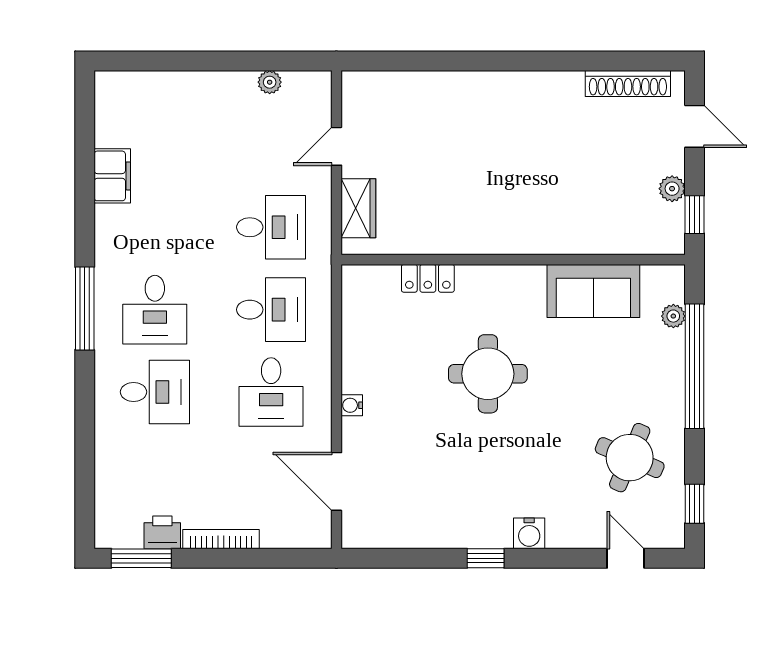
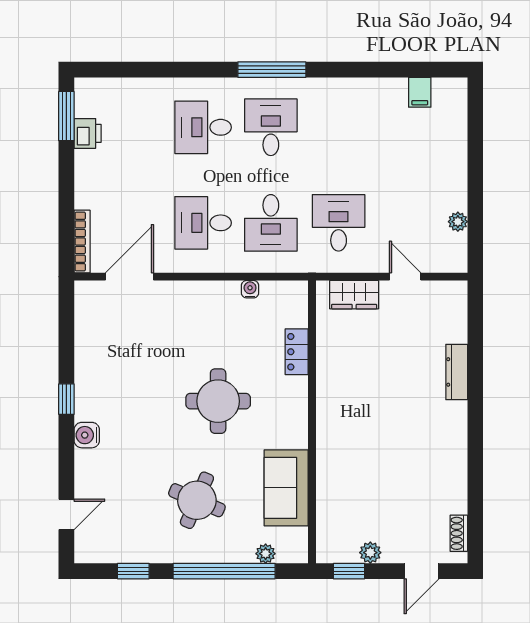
dresser: (452, 84) -> (457, 372), added
shoe rack: (628, 84) -> (459, 533), width x0.51, depth x0.81
filing cabinet: (112, 176) -> (420, 92), moved, width x0.50
desk: (271, 227) -> (339, 223), turned 180
desk: (155, 310) -> (271, 127), turned 90
desk: (155, 392) -> (203, 127), turned 90
water cooler: (352, 405) -> (250, 289), moved
round table: (630, 458) -> (197, 500), moved
window: (695, 504) -> (133, 571), moved
bookcase: (221, 539) -> (82, 242), moved

